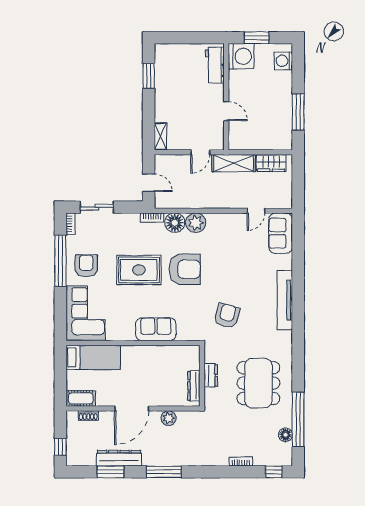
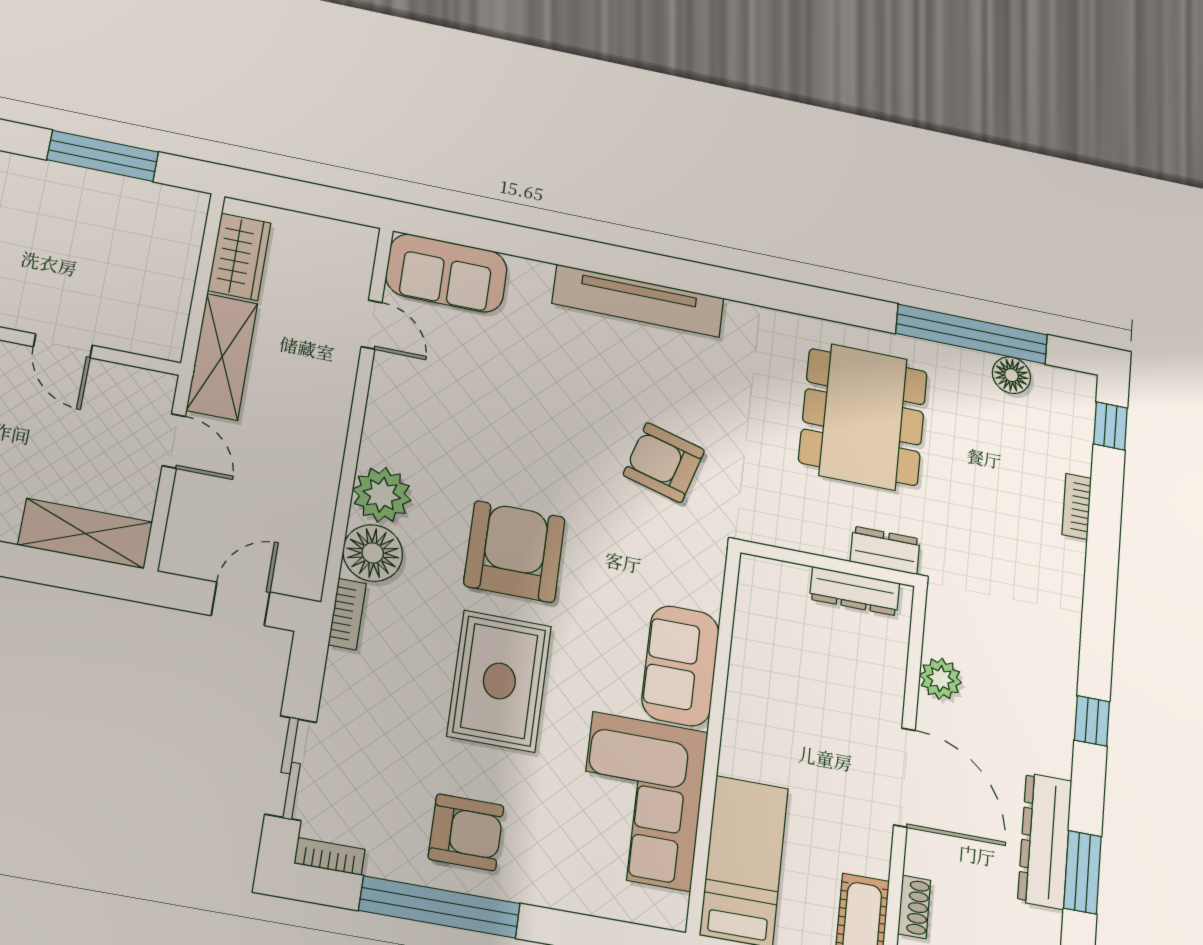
door: (226, 111) -> (63, 346), swing flipped
shelving: (161, 136) -> (85, 534), width x1.50, depth x1.33
armchair: (86, 266) -> (466, 832), turned 180
corner sofa: (86, 313) -> (641, 801), moved, turned -90
dresser: (211, 375) -> (885, 550), moved
dining table: (258, 383) -> (863, 417), turned 90
window: (164, 472) -> (1092, 721), width x0.46

